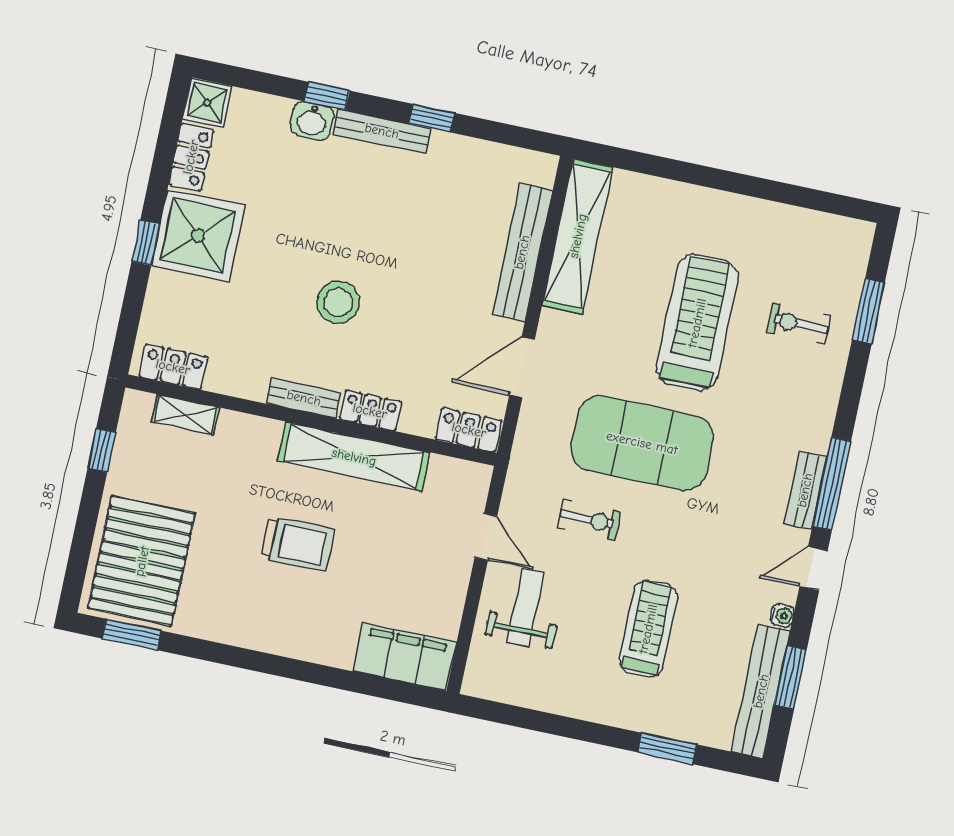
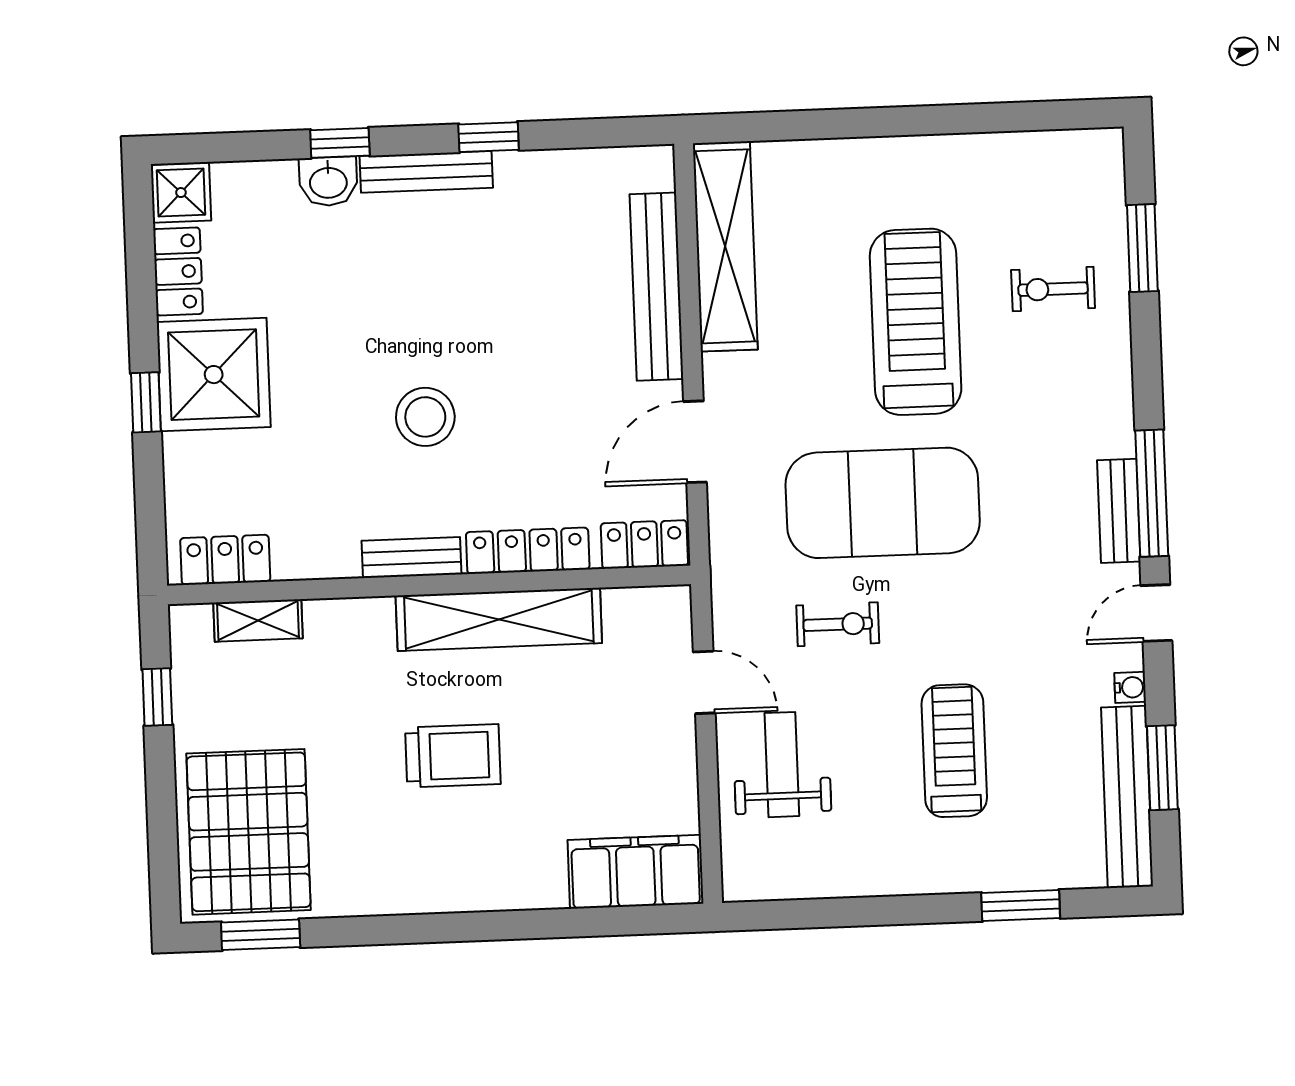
locker: (370, 411) -> (528, 551), width x1.53

